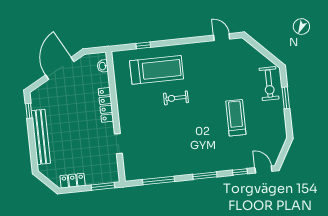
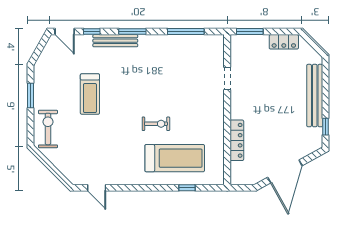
washbasin: (103, 66) -> (236, 169), removed
treadmill: (157, 70) -> (175, 158), turned 180
window: (286, 98) -> (31, 95), moved
locker: (106, 105) -> (237, 140), moved
bench: (219, 166) -> (115, 41), added

